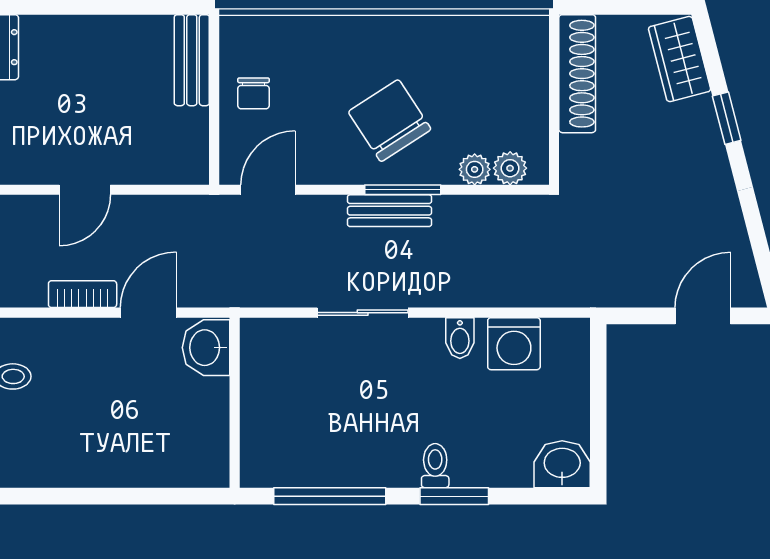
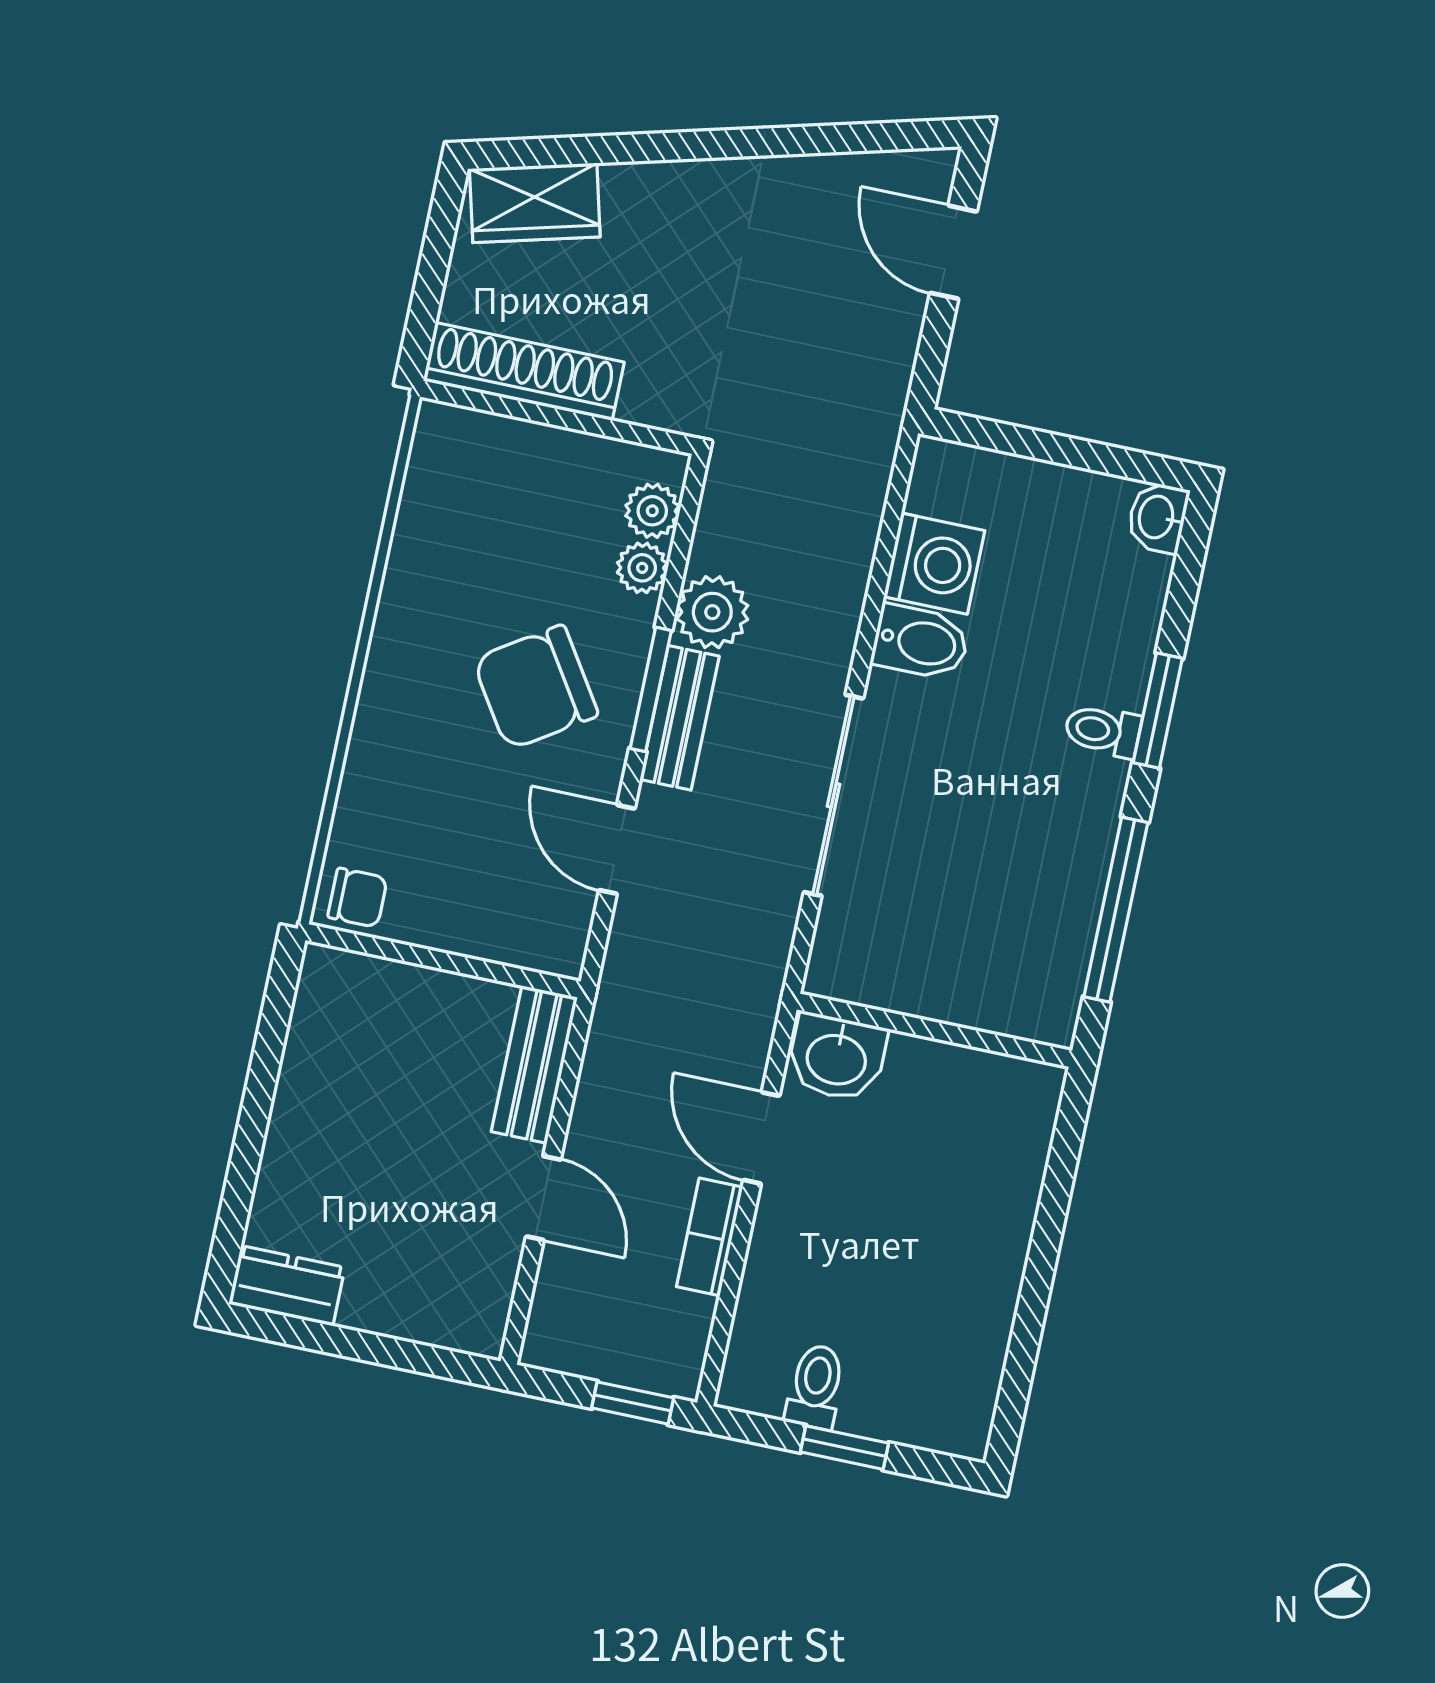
bench: (192, 60) -> (534, 1065), moved, turned 90
chair: (253, 93) -> (358, 898), moved
window: (727, 118) -> (645, 147), removed
door: (268, 190) -> (617, 849), moved
plant: (457, 217) -> (712, 612), added
sliding door: (363, 313) -> (834, 795), width x1.37
bidet: (460, 338) -> (921, 642), width x1.38, depth x1.36
washbasin: (562, 464) -> (1158, 517), width x0.72, depth x0.69

